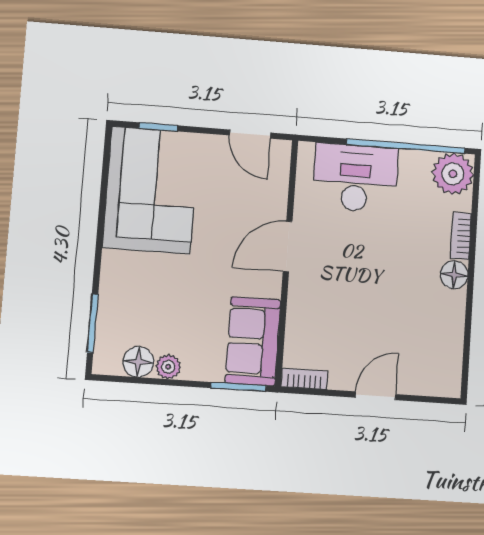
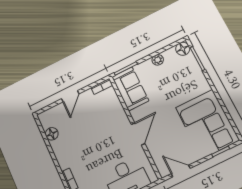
floor lamp: (454, 275) -> (52, 134), moved
floor lamp: (138, 362) -> (183, 49), moved

